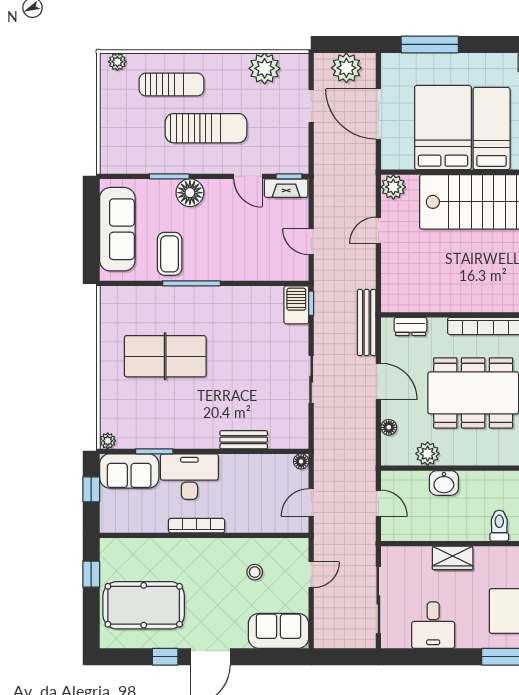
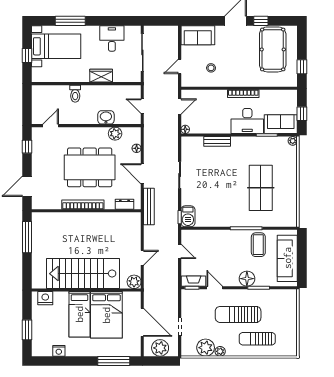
plant: (117, 62) -> (220, 351), moved
table tennis table: (165, 356) -> (261, 188), turned 90
pool table: (144, 605) -> (273, 49), turned 90

